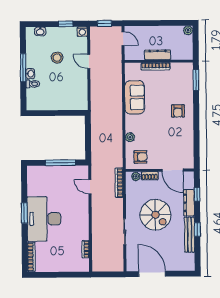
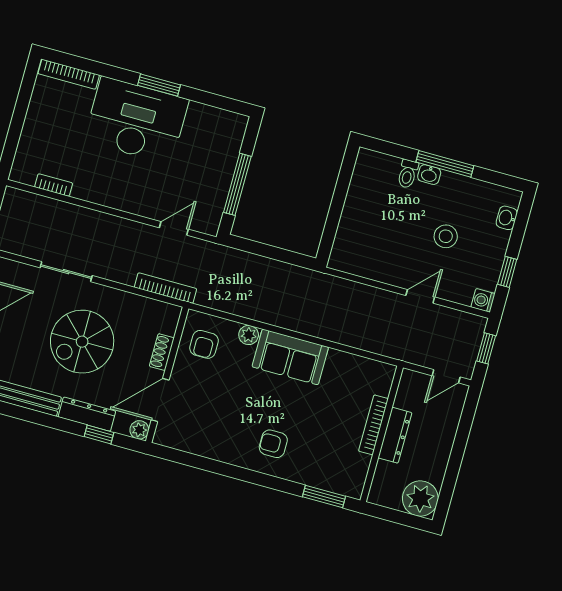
plant: (188, 30) -> (420, 498), width x1.87, depth x1.87
sofa: (135, 97) -> (290, 357), moved
plant: (136, 176) -> (139, 430), moved
window: (197, 230) -> (30, 415), removed

